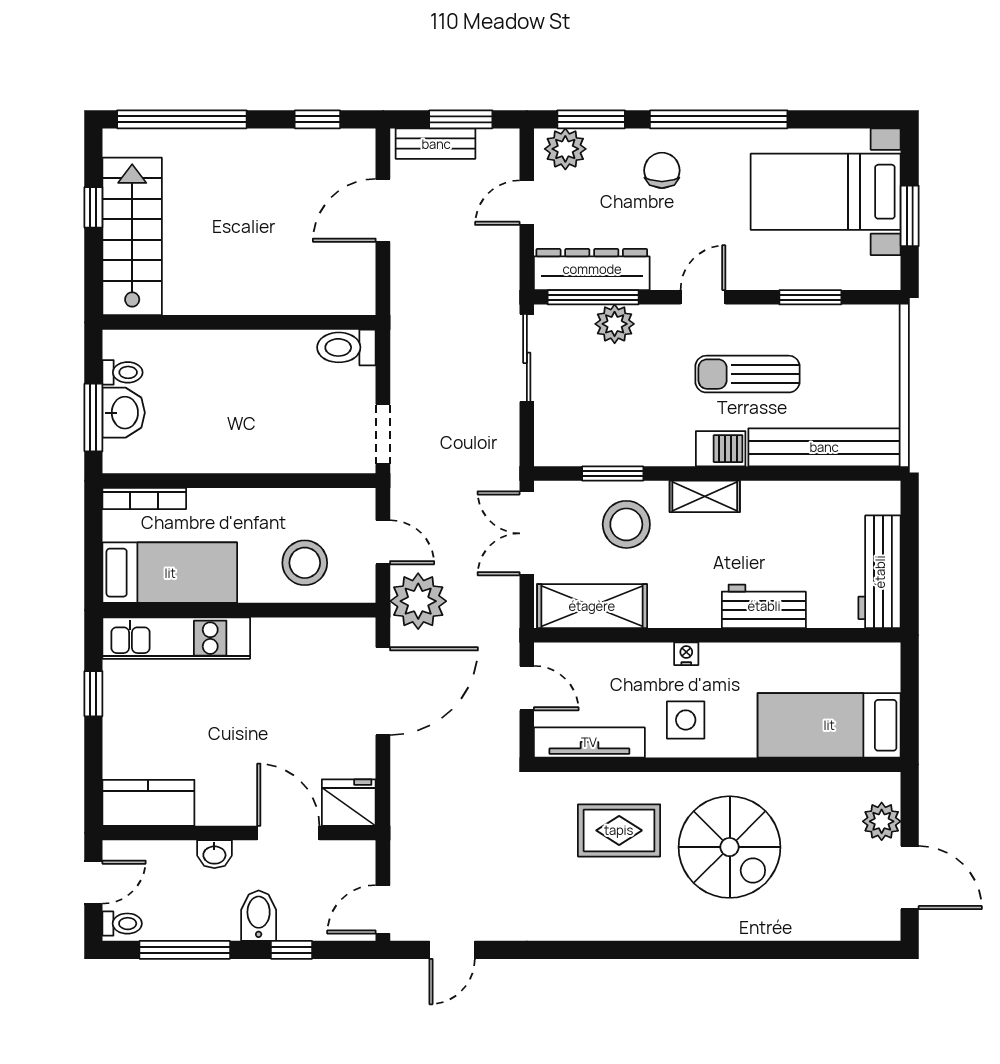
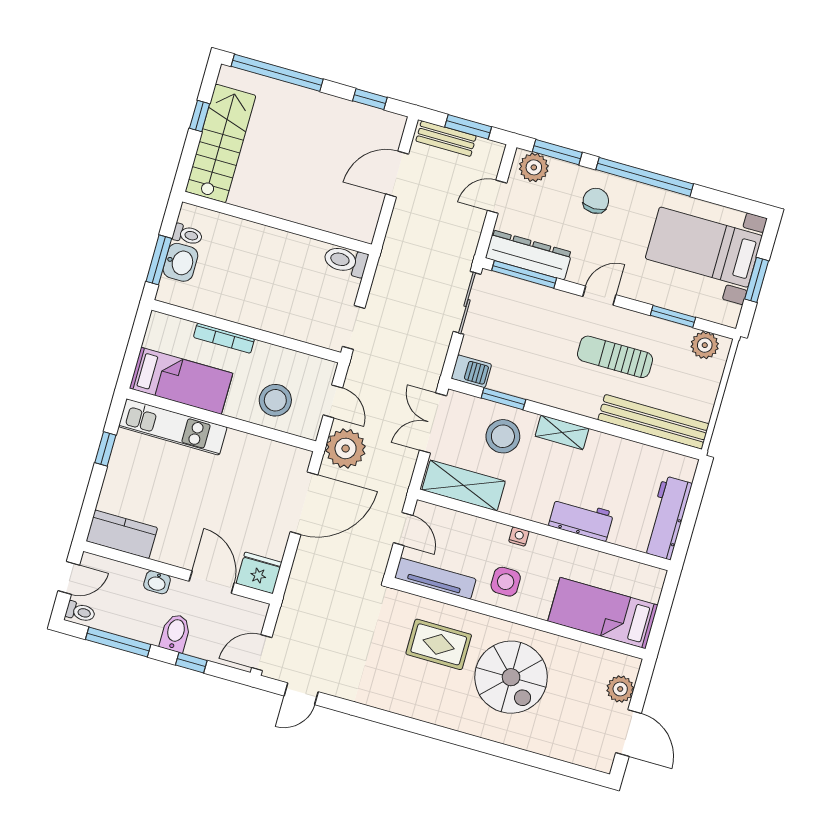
plant: (615, 324) -> (705, 345), moved
barbecue: (721, 449) -> (471, 371), moved
bookcase: (144, 499) -> (224, 338), moved

